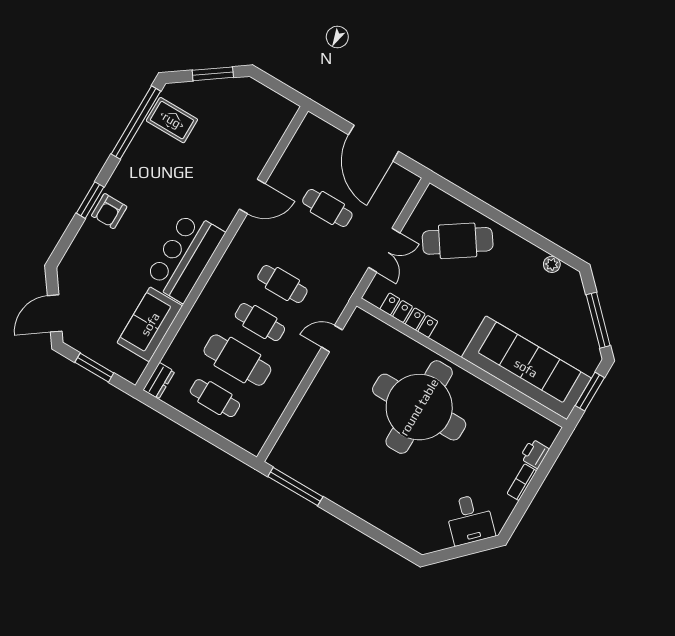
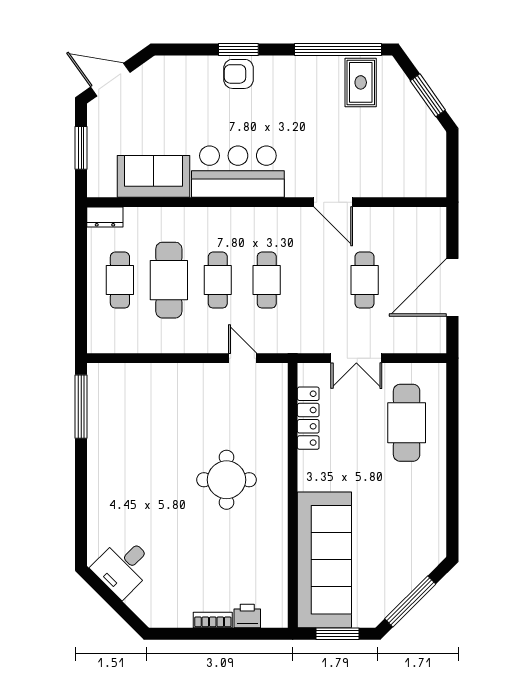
cafe table: (458, 241) -> (407, 423), turned 34
plant: (552, 264) -> (437, 526), removed
round table: (419, 407) -> (226, 480), width x0.54, depth x0.54
desk: (470, 519) -> (123, 567), moved

